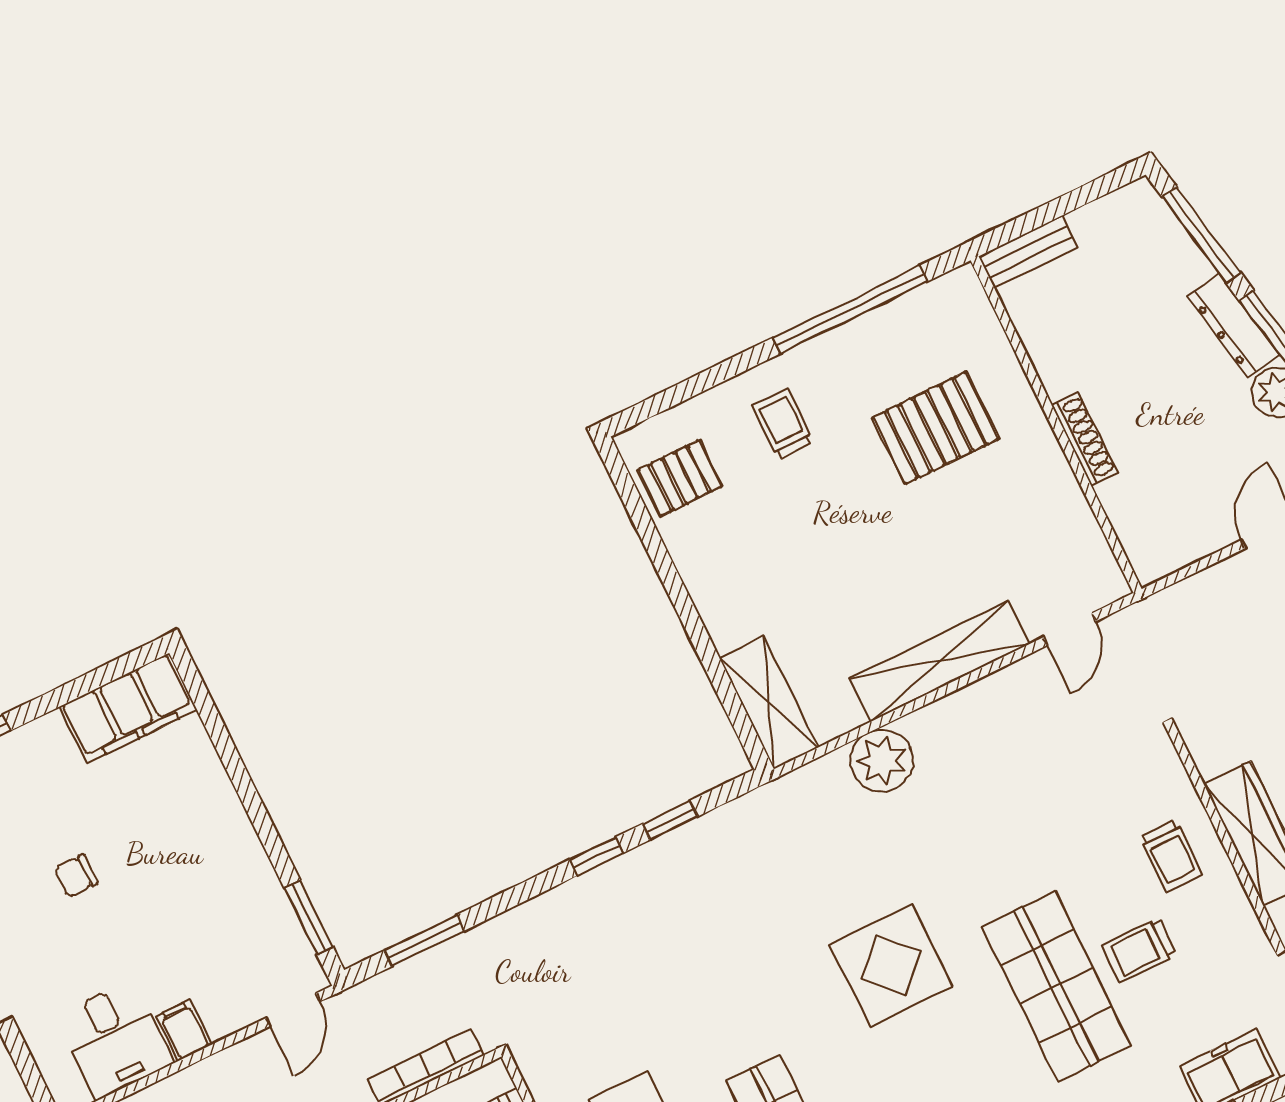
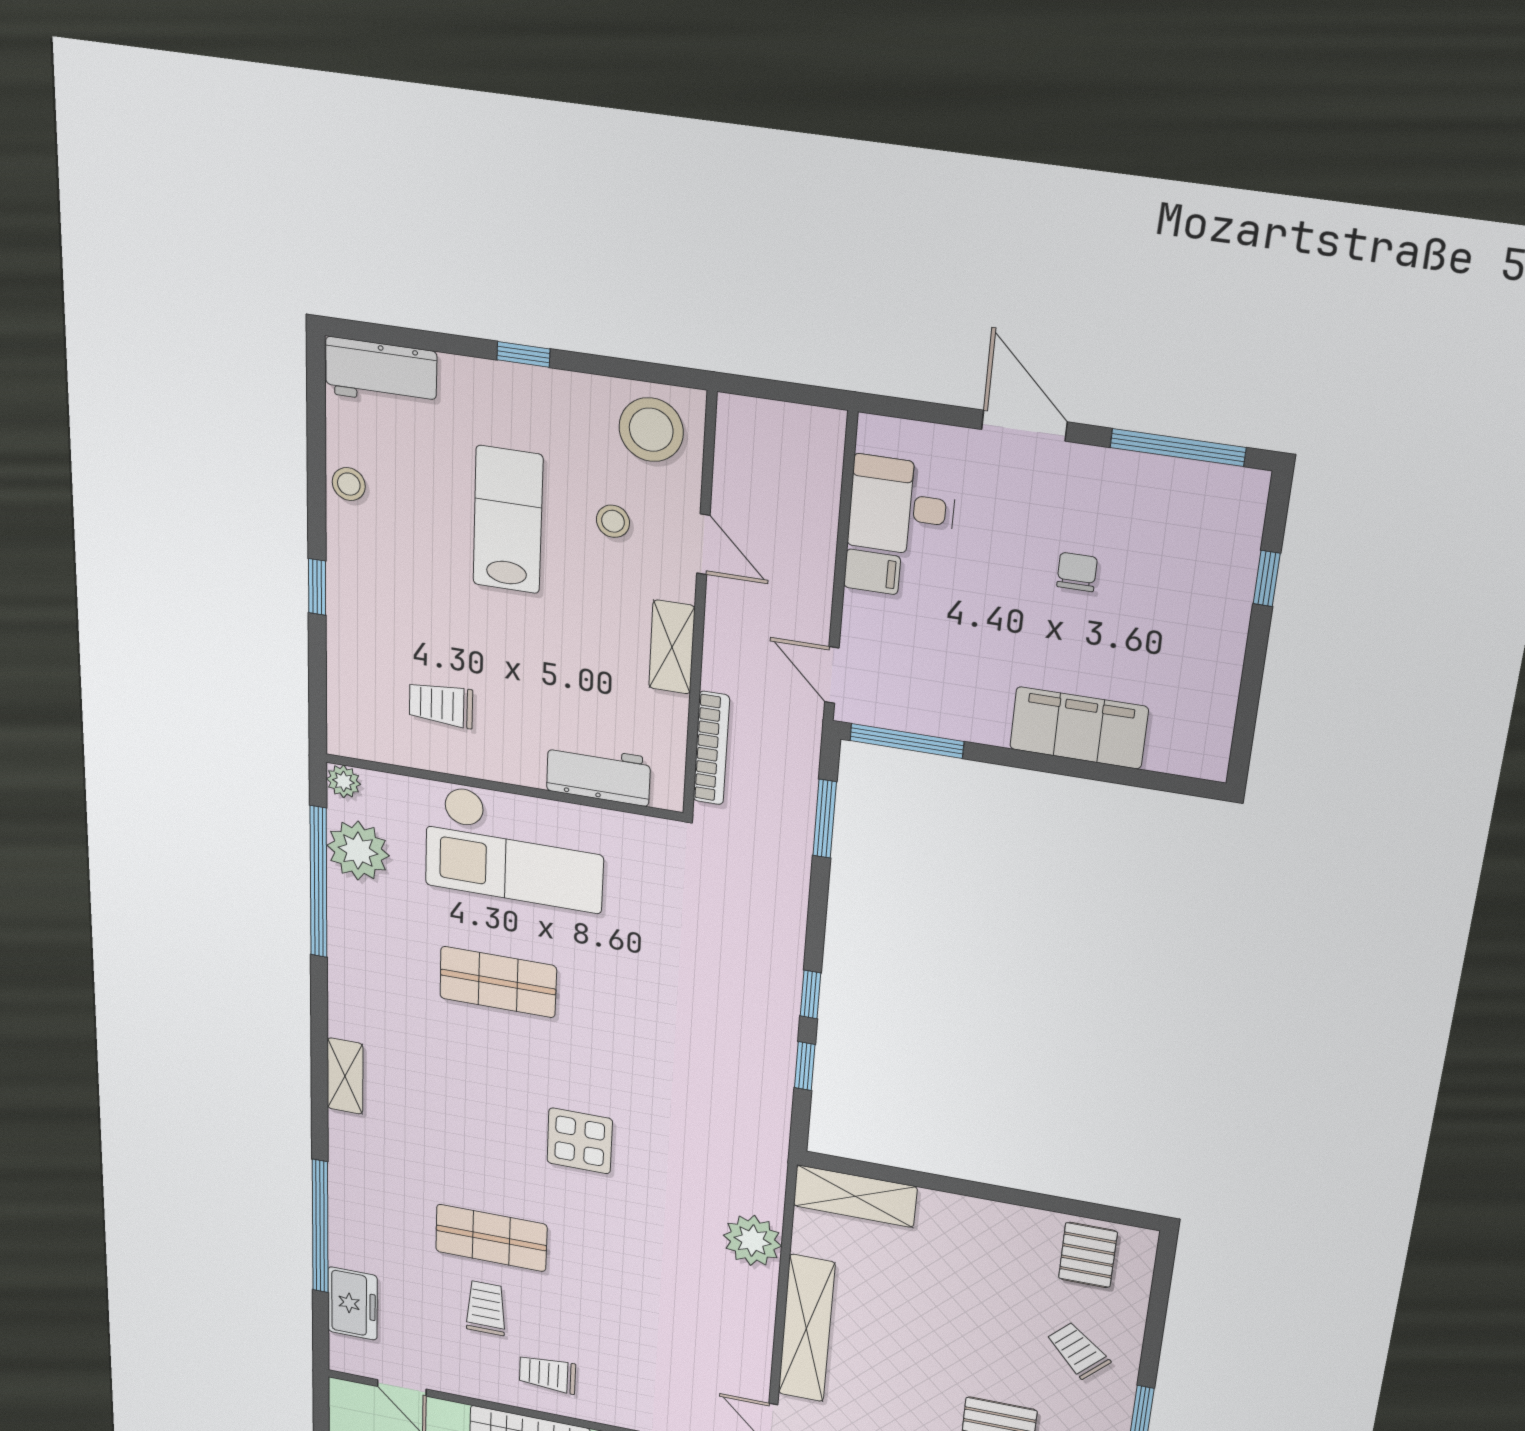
trolley: (783, 424) -> (1078, 1351), turned -136
filing cabinet: (128, 708) -> (1079, 728), moved, turned 90
window: (309, 917) -> (907, 741), width x1.44
display table: (891, 965) -> (580, 1141), width x0.73, depth x0.73
shop shelf: (1056, 986) -> (491, 1238), width x0.70, depth x0.74

